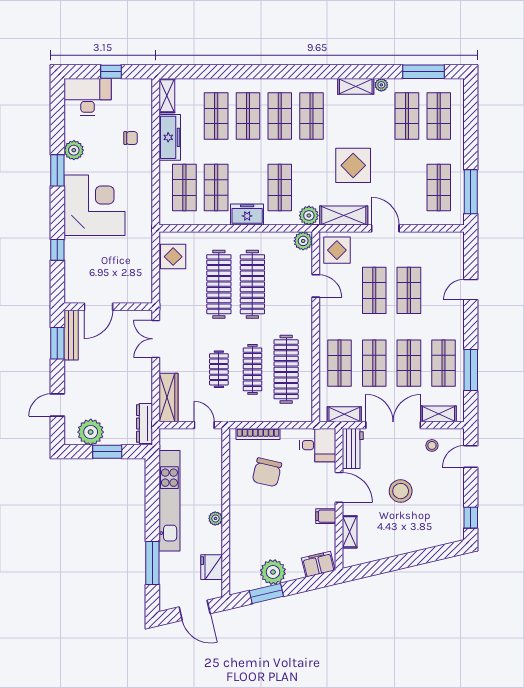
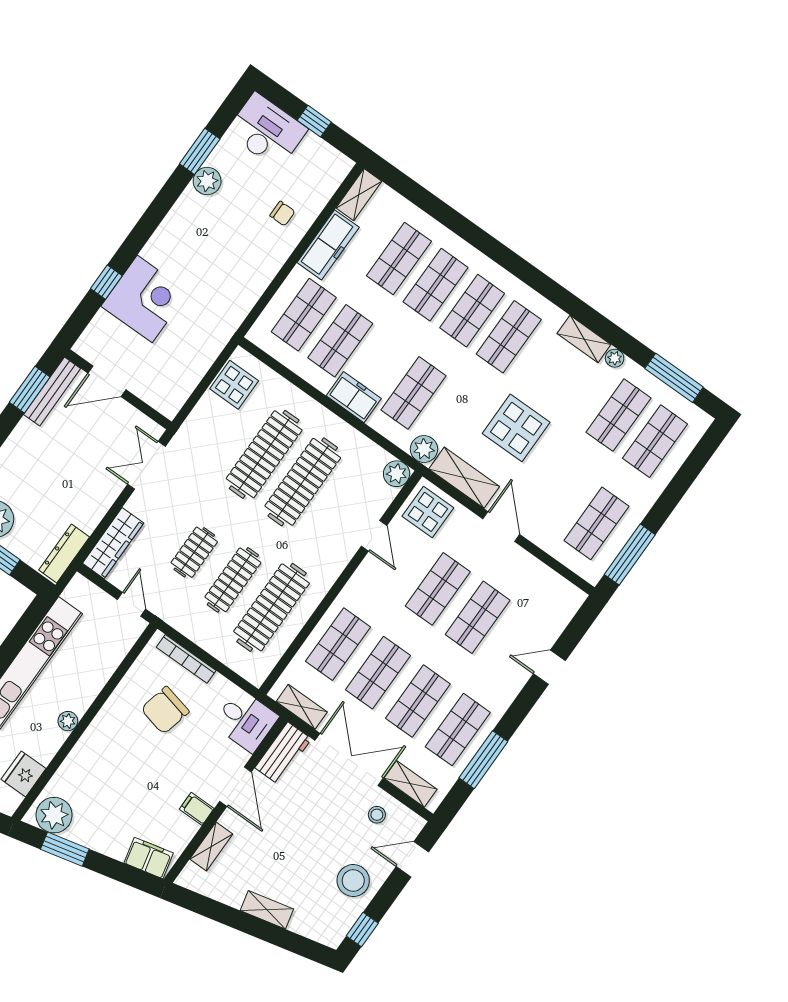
window: (57, 170) -> (200, 151), moved
corner desk: (94, 205) -> (145, 299), moved, width x0.74, depth x0.74
stool: (401, 491) -> (353, 881), moved
shelving: (408, 545) -> (267, 910), added
plant: (273, 572) -> (54, 815), moved

